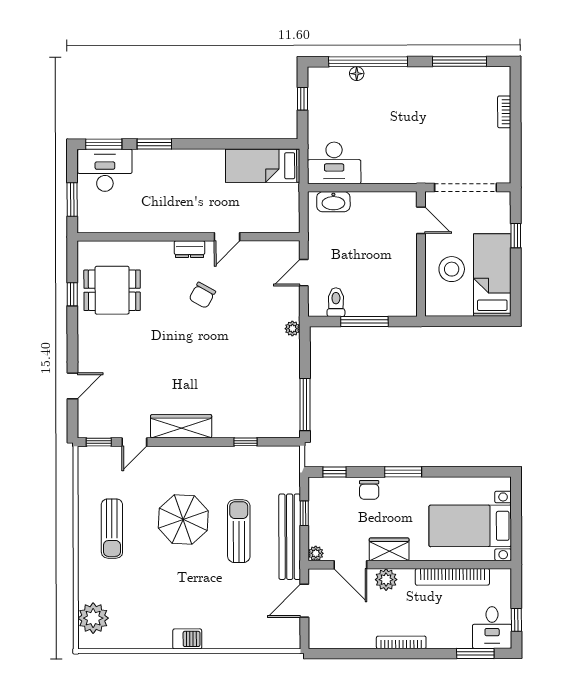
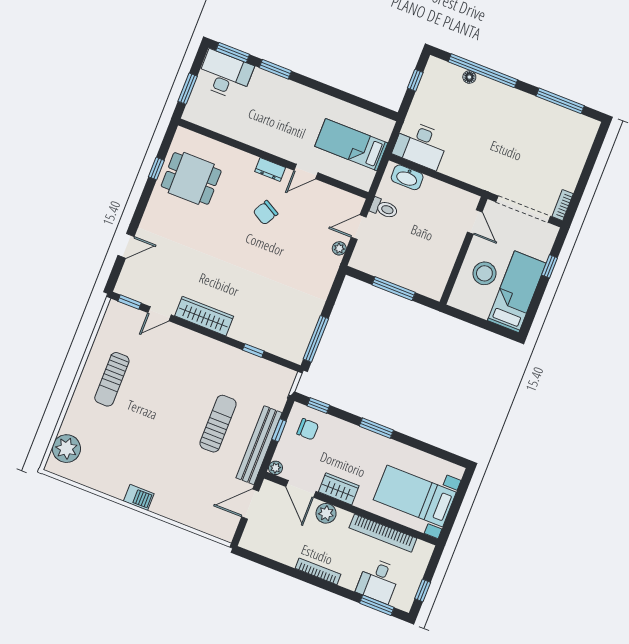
bookcase: (504, 112) -> (563, 205), moved
bed: (263, 166) -> (351, 145), moved
toilet: (336, 302) -> (384, 208), moved, turned 90
plant: (292, 329) -> (339, 248), moved
chair: (369, 490) -> (308, 429), moved, turned -90
parasol: (183, 519) -> (175, 395), removed
desk: (492, 628) -> (378, 581), moved

